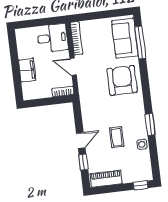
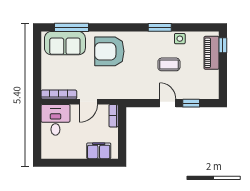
filing cabinet: (27, 70) -> (99, 151), moved
piano: (106, 179) -> (212, 53), moved

